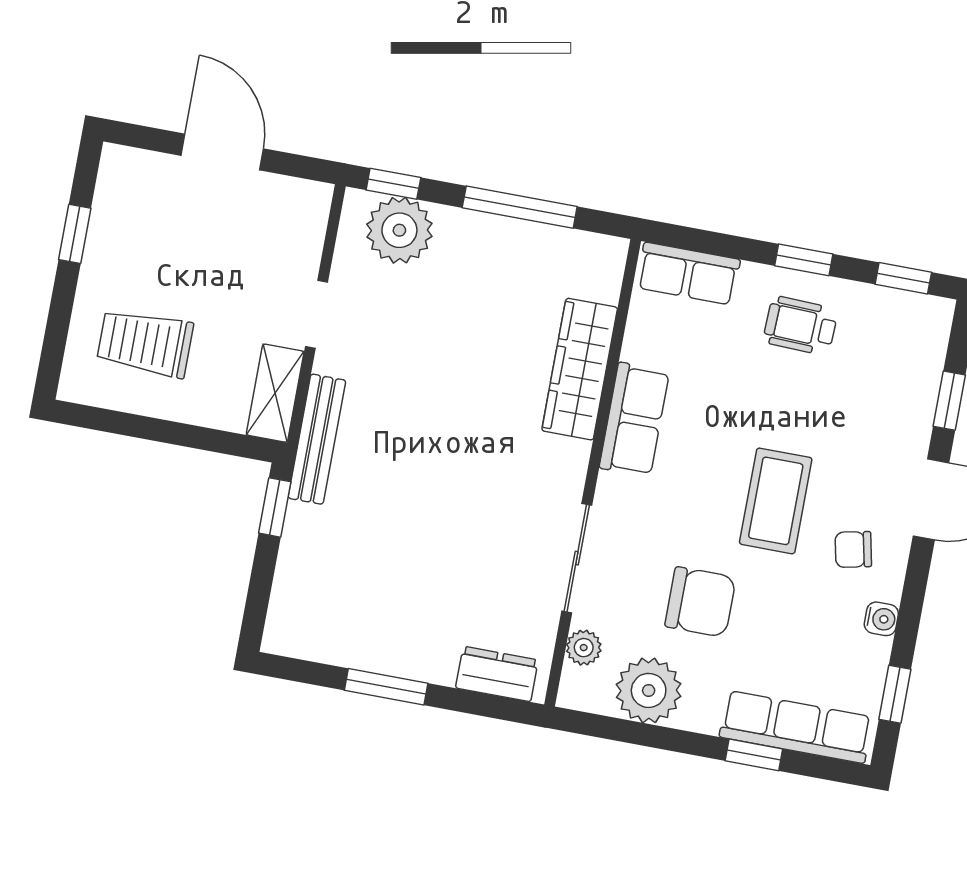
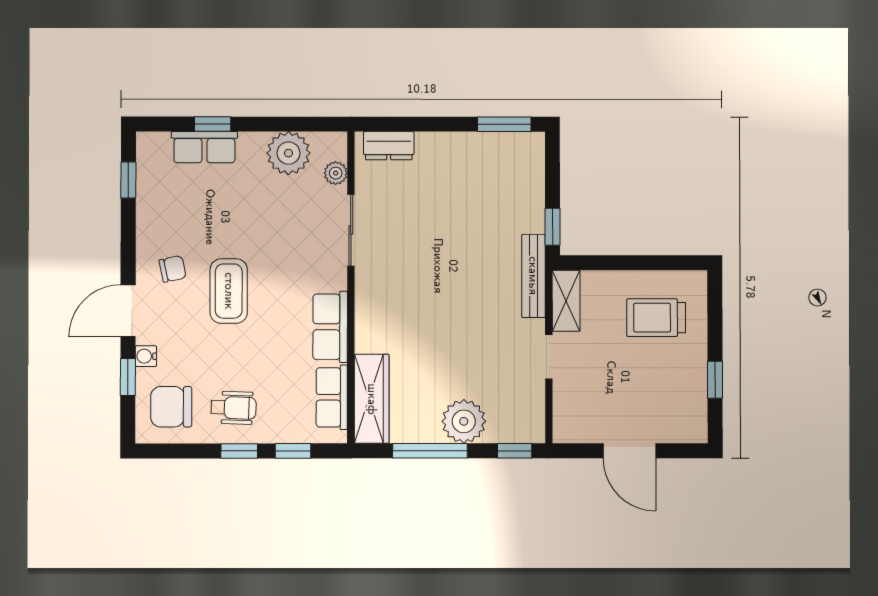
plant: (399, 230) -> (464, 421), moved
row of seats: (688, 274) -> (332, 397), moved, turned -90
window: (903, 278) -> (293, 451), moved
trolley: (145, 343) -> (656, 318), turned 180
wardrobe: (580, 369) -> (372, 399), moved
chair: (700, 602) -> (171, 407), moved
water cooler: (881, 619) -> (146, 356), moved
window: (386, 687) -> (504, 124), moved
row of seats: (796, 727) -> (204, 147), width x0.68

